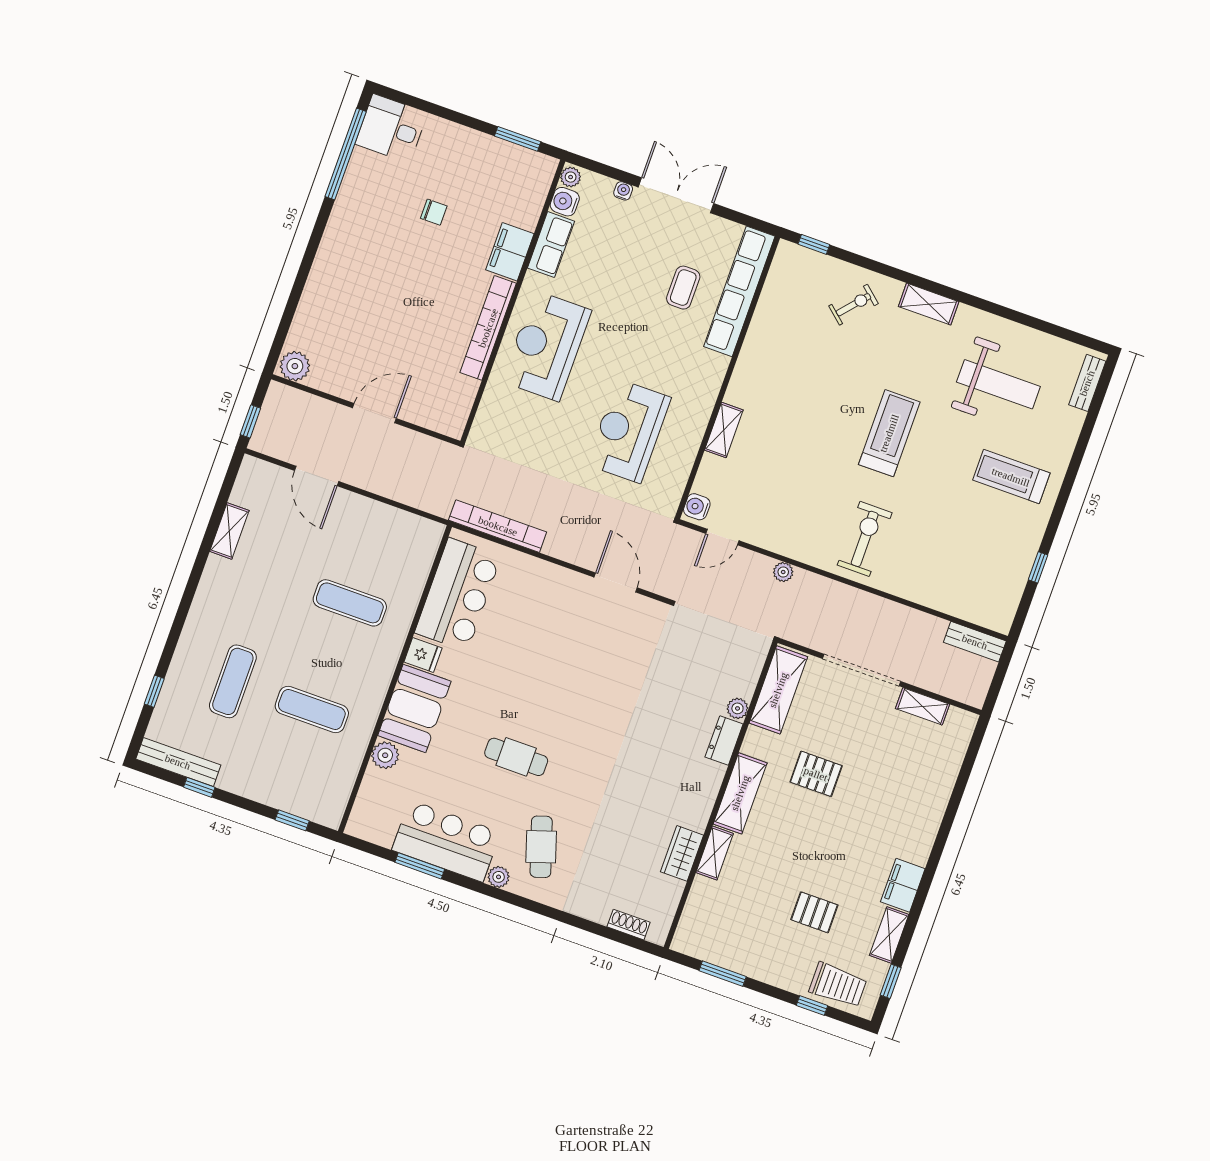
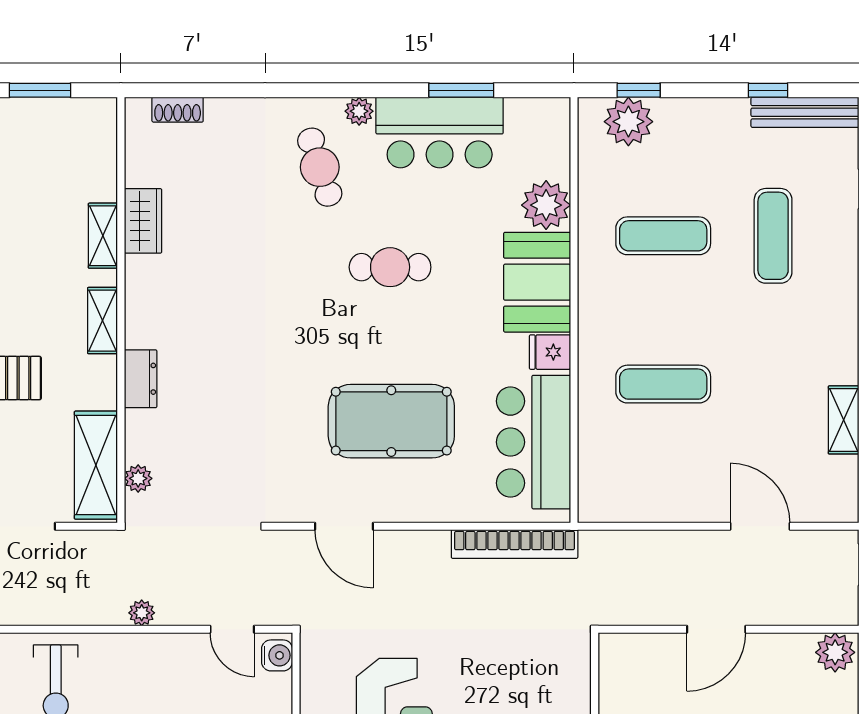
door: (722, 537) -> (232, 629), swing flipped
pool table: (555, 646) -> (391, 421), added
plant: (737, 708) -> (138, 478), moved
plant: (385, 755) -> (546, 205), width x1.36, depth x1.36
shelving: (740, 793) -> (103, 321), width x0.67, depth x0.75
plant: (308, 801) -> (628, 122), added

